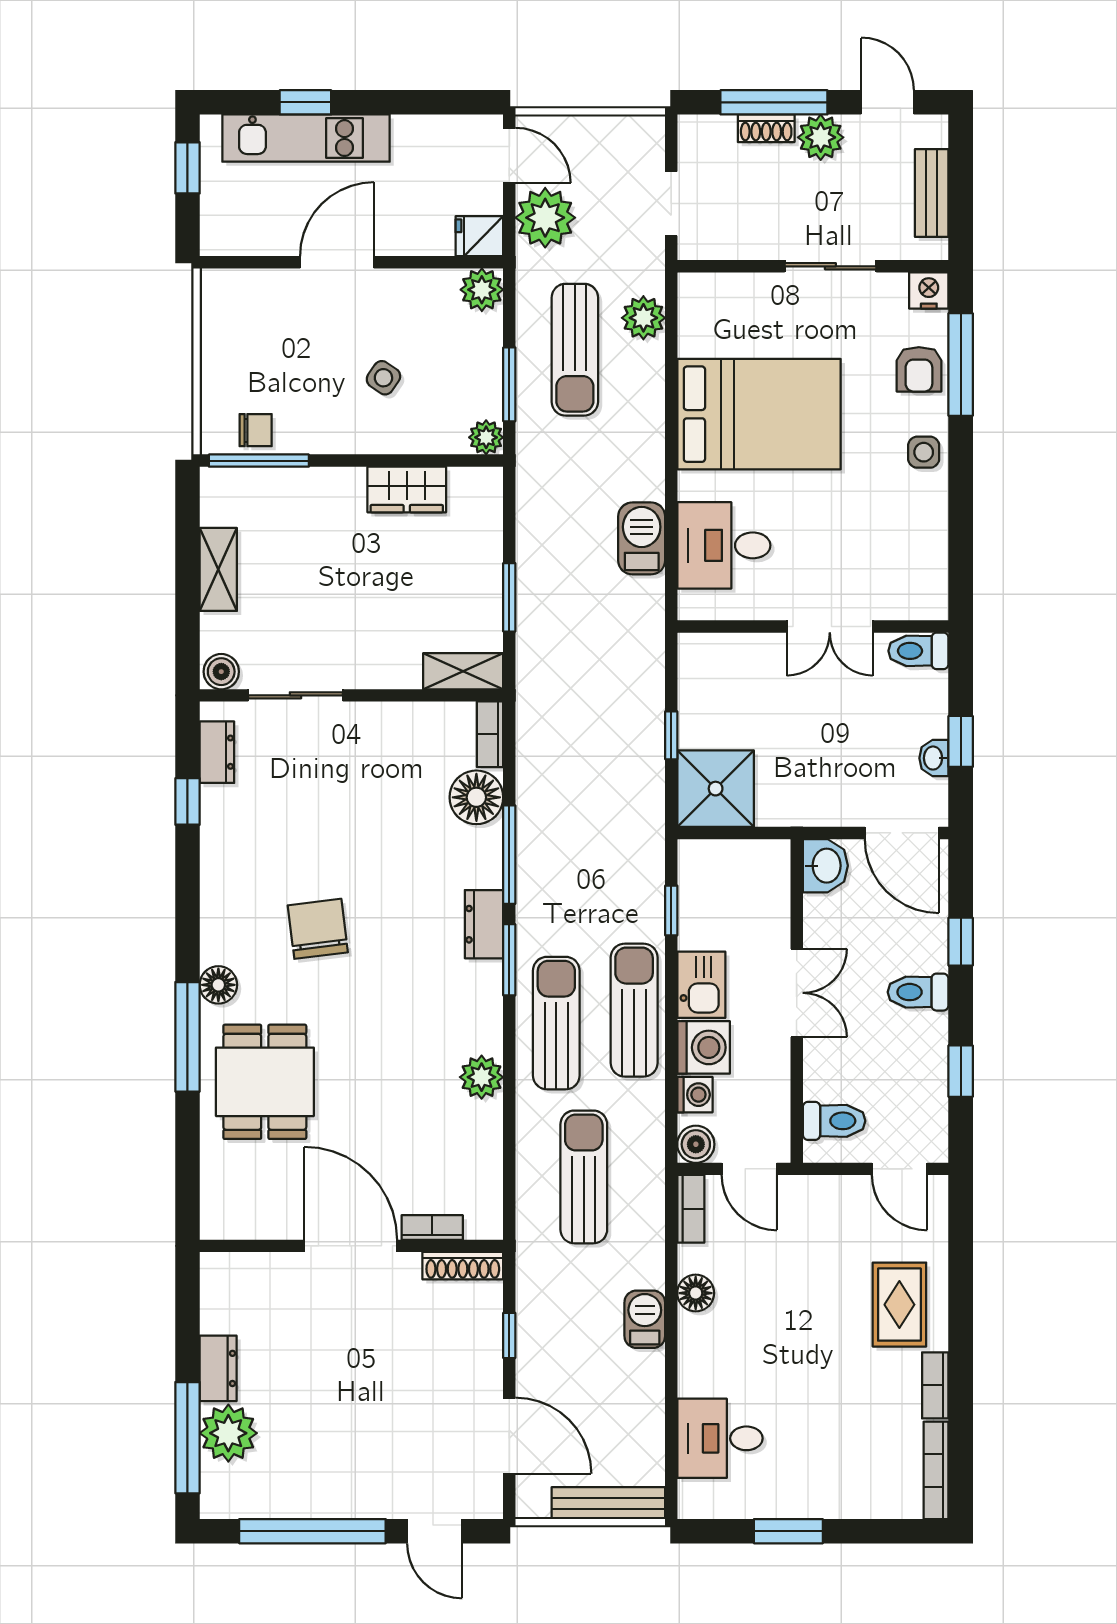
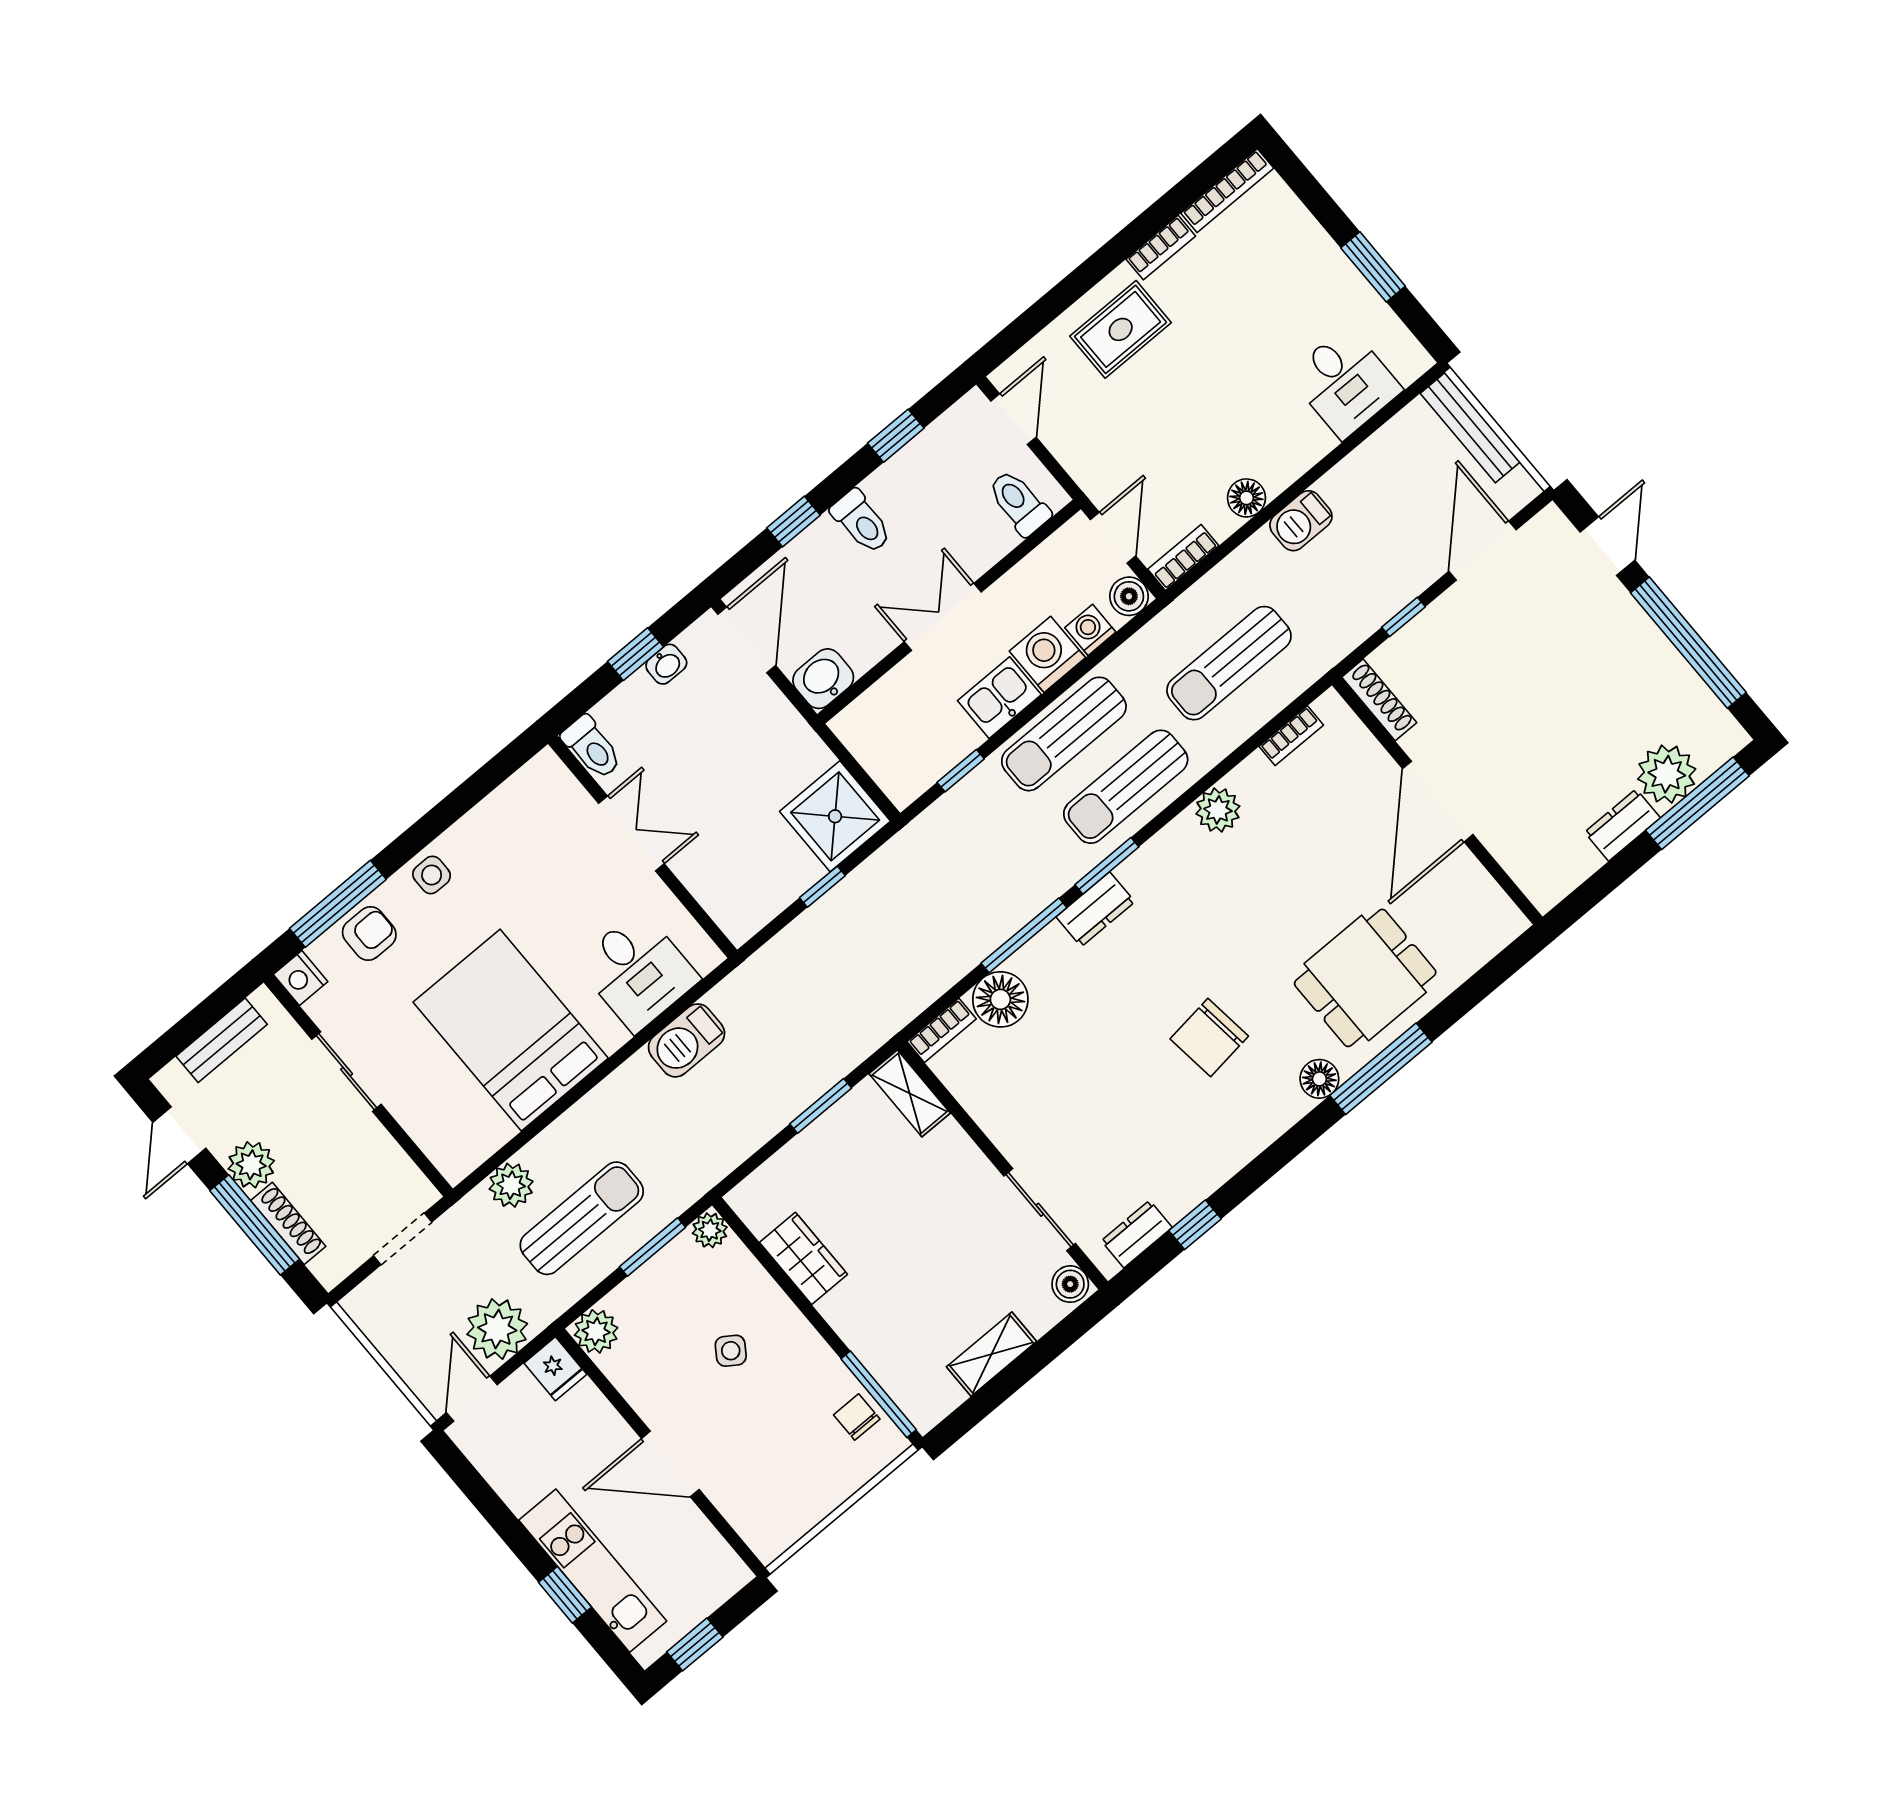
shoe rack: (766, 128) -> (288, 1223), width x1.43
bookcase: (432, 1227) -> (1291, 736), moved, turned -90

